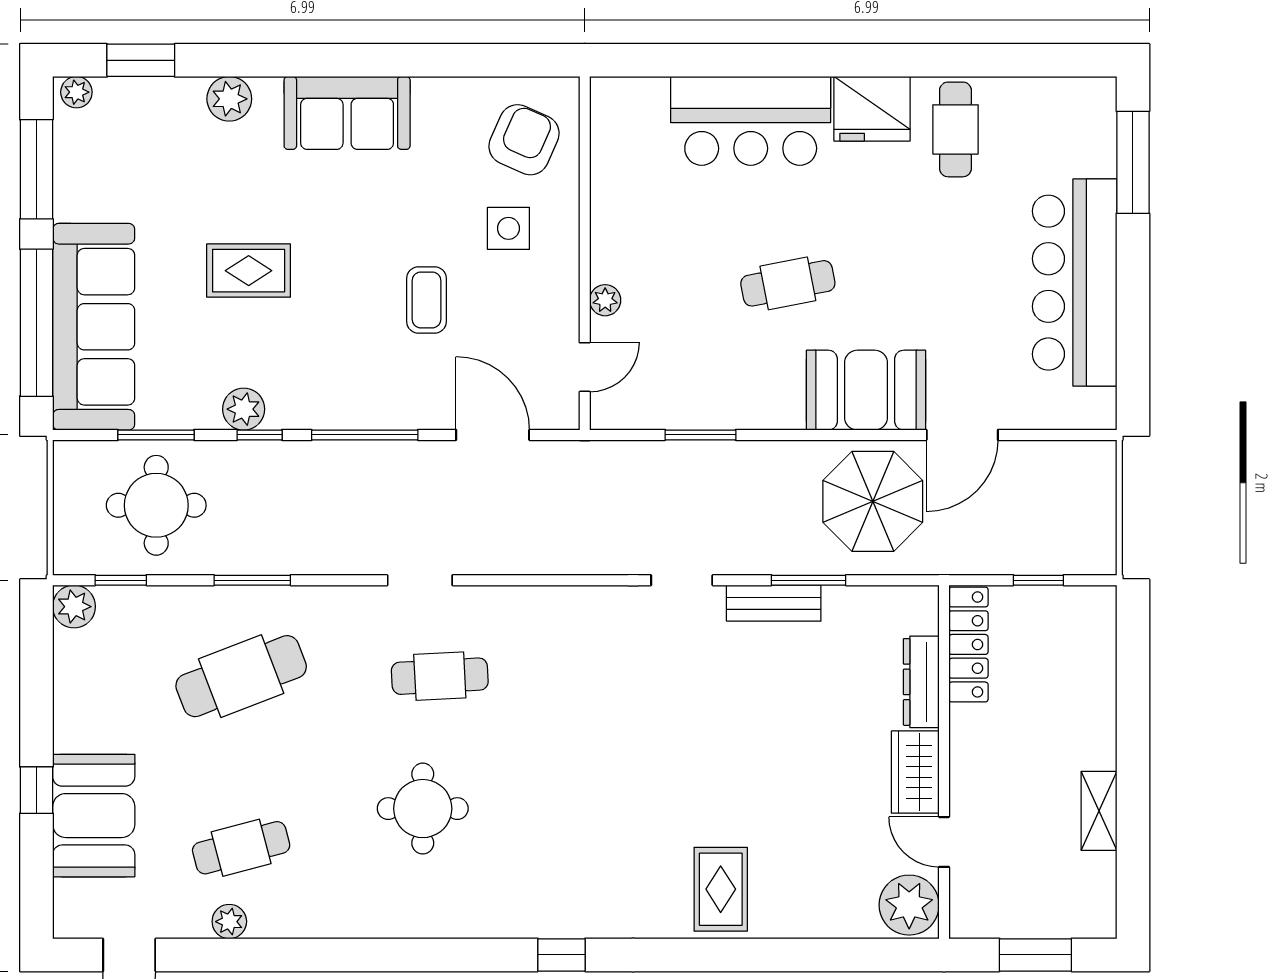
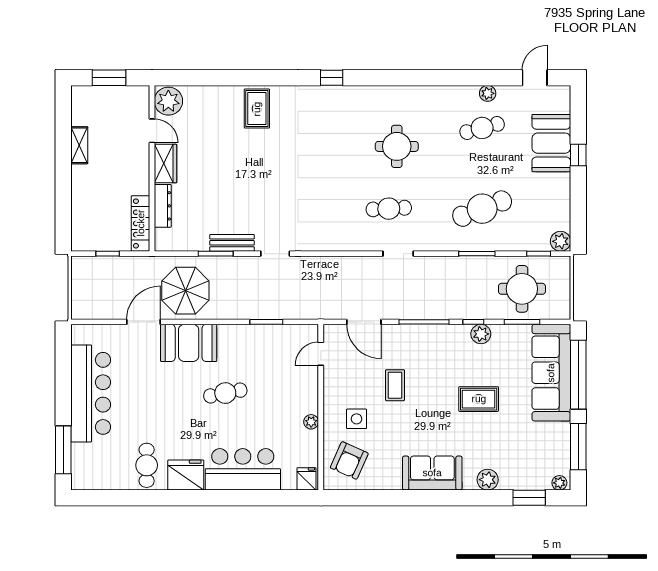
fridge: (615, 100) -> (306, 479), added
plant: (605, 300) -> (311, 422), moved

